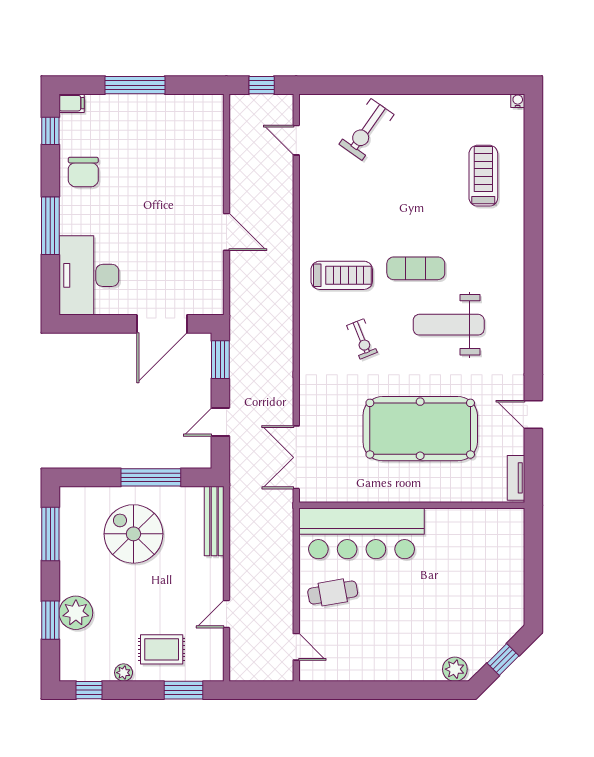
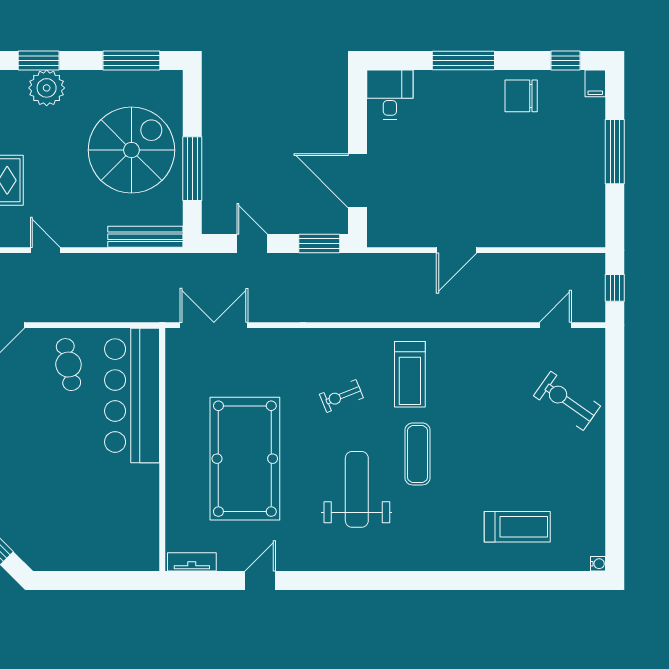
desk: (89, 275) -> (390, 95), width x0.53, depth x0.77
spiral stairs: (133, 534) -> (131, 150), width x1.37, depth x1.37

